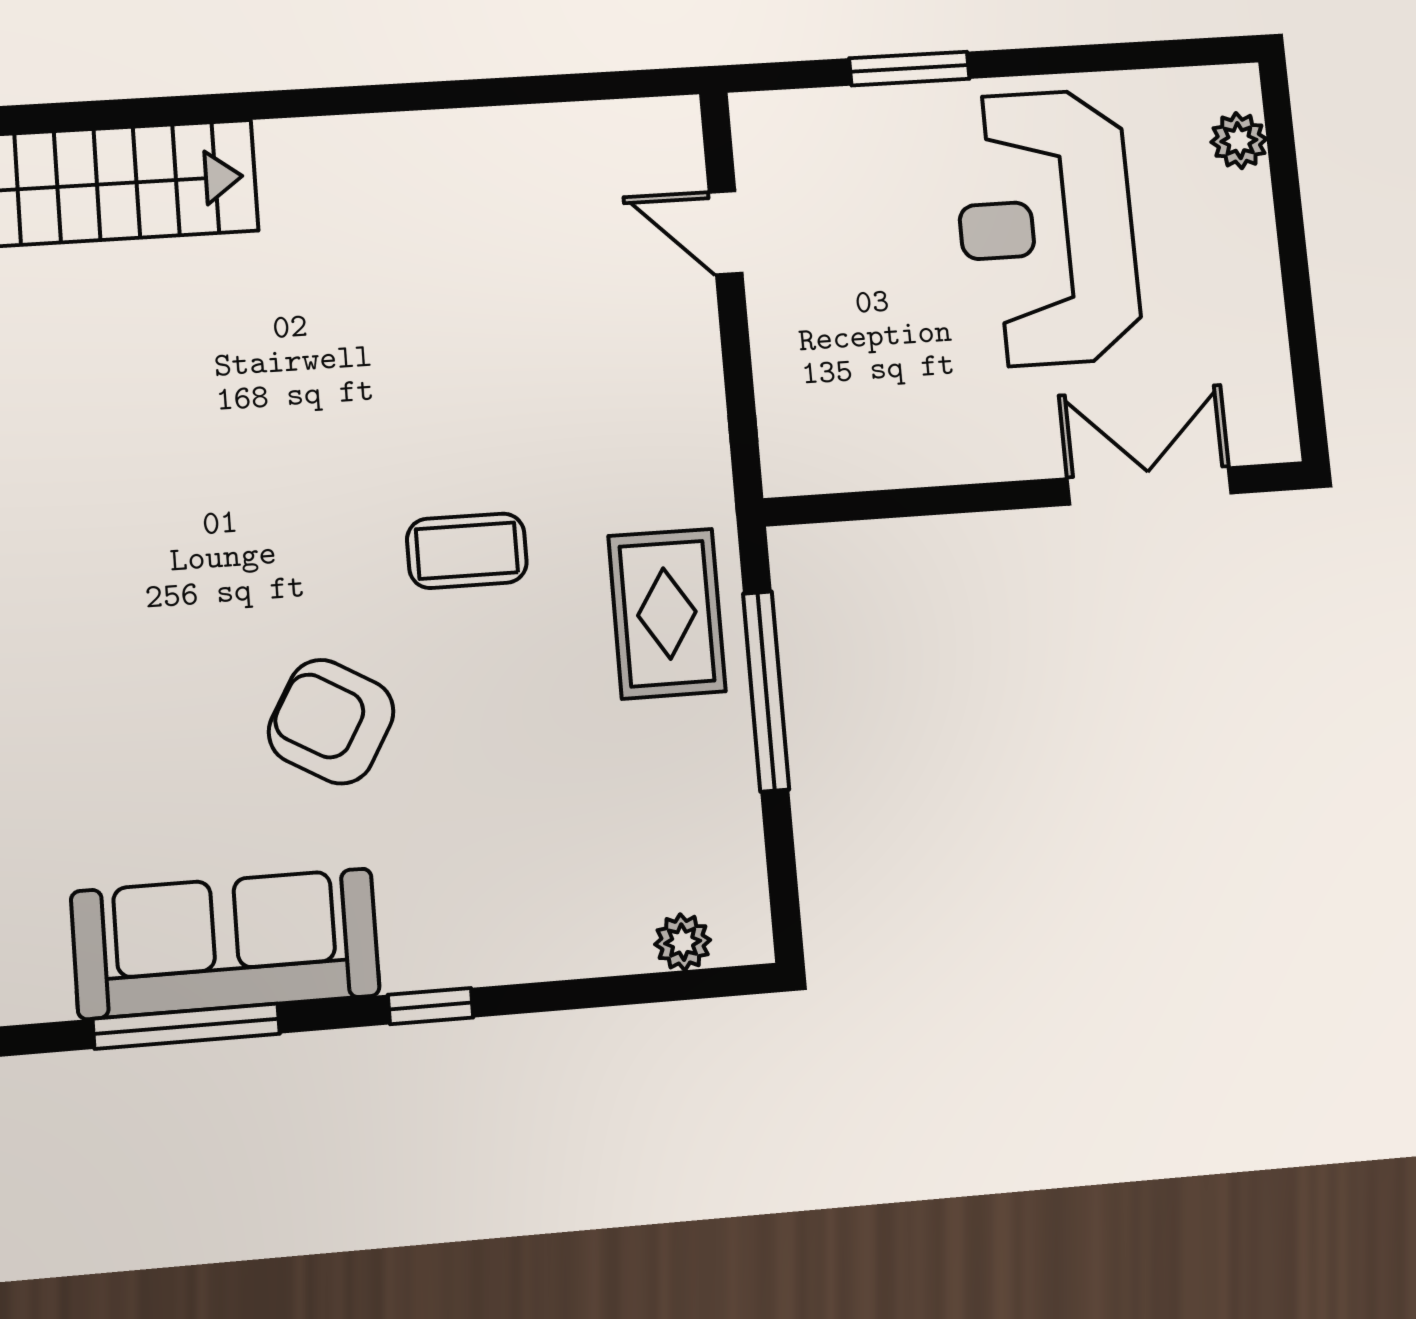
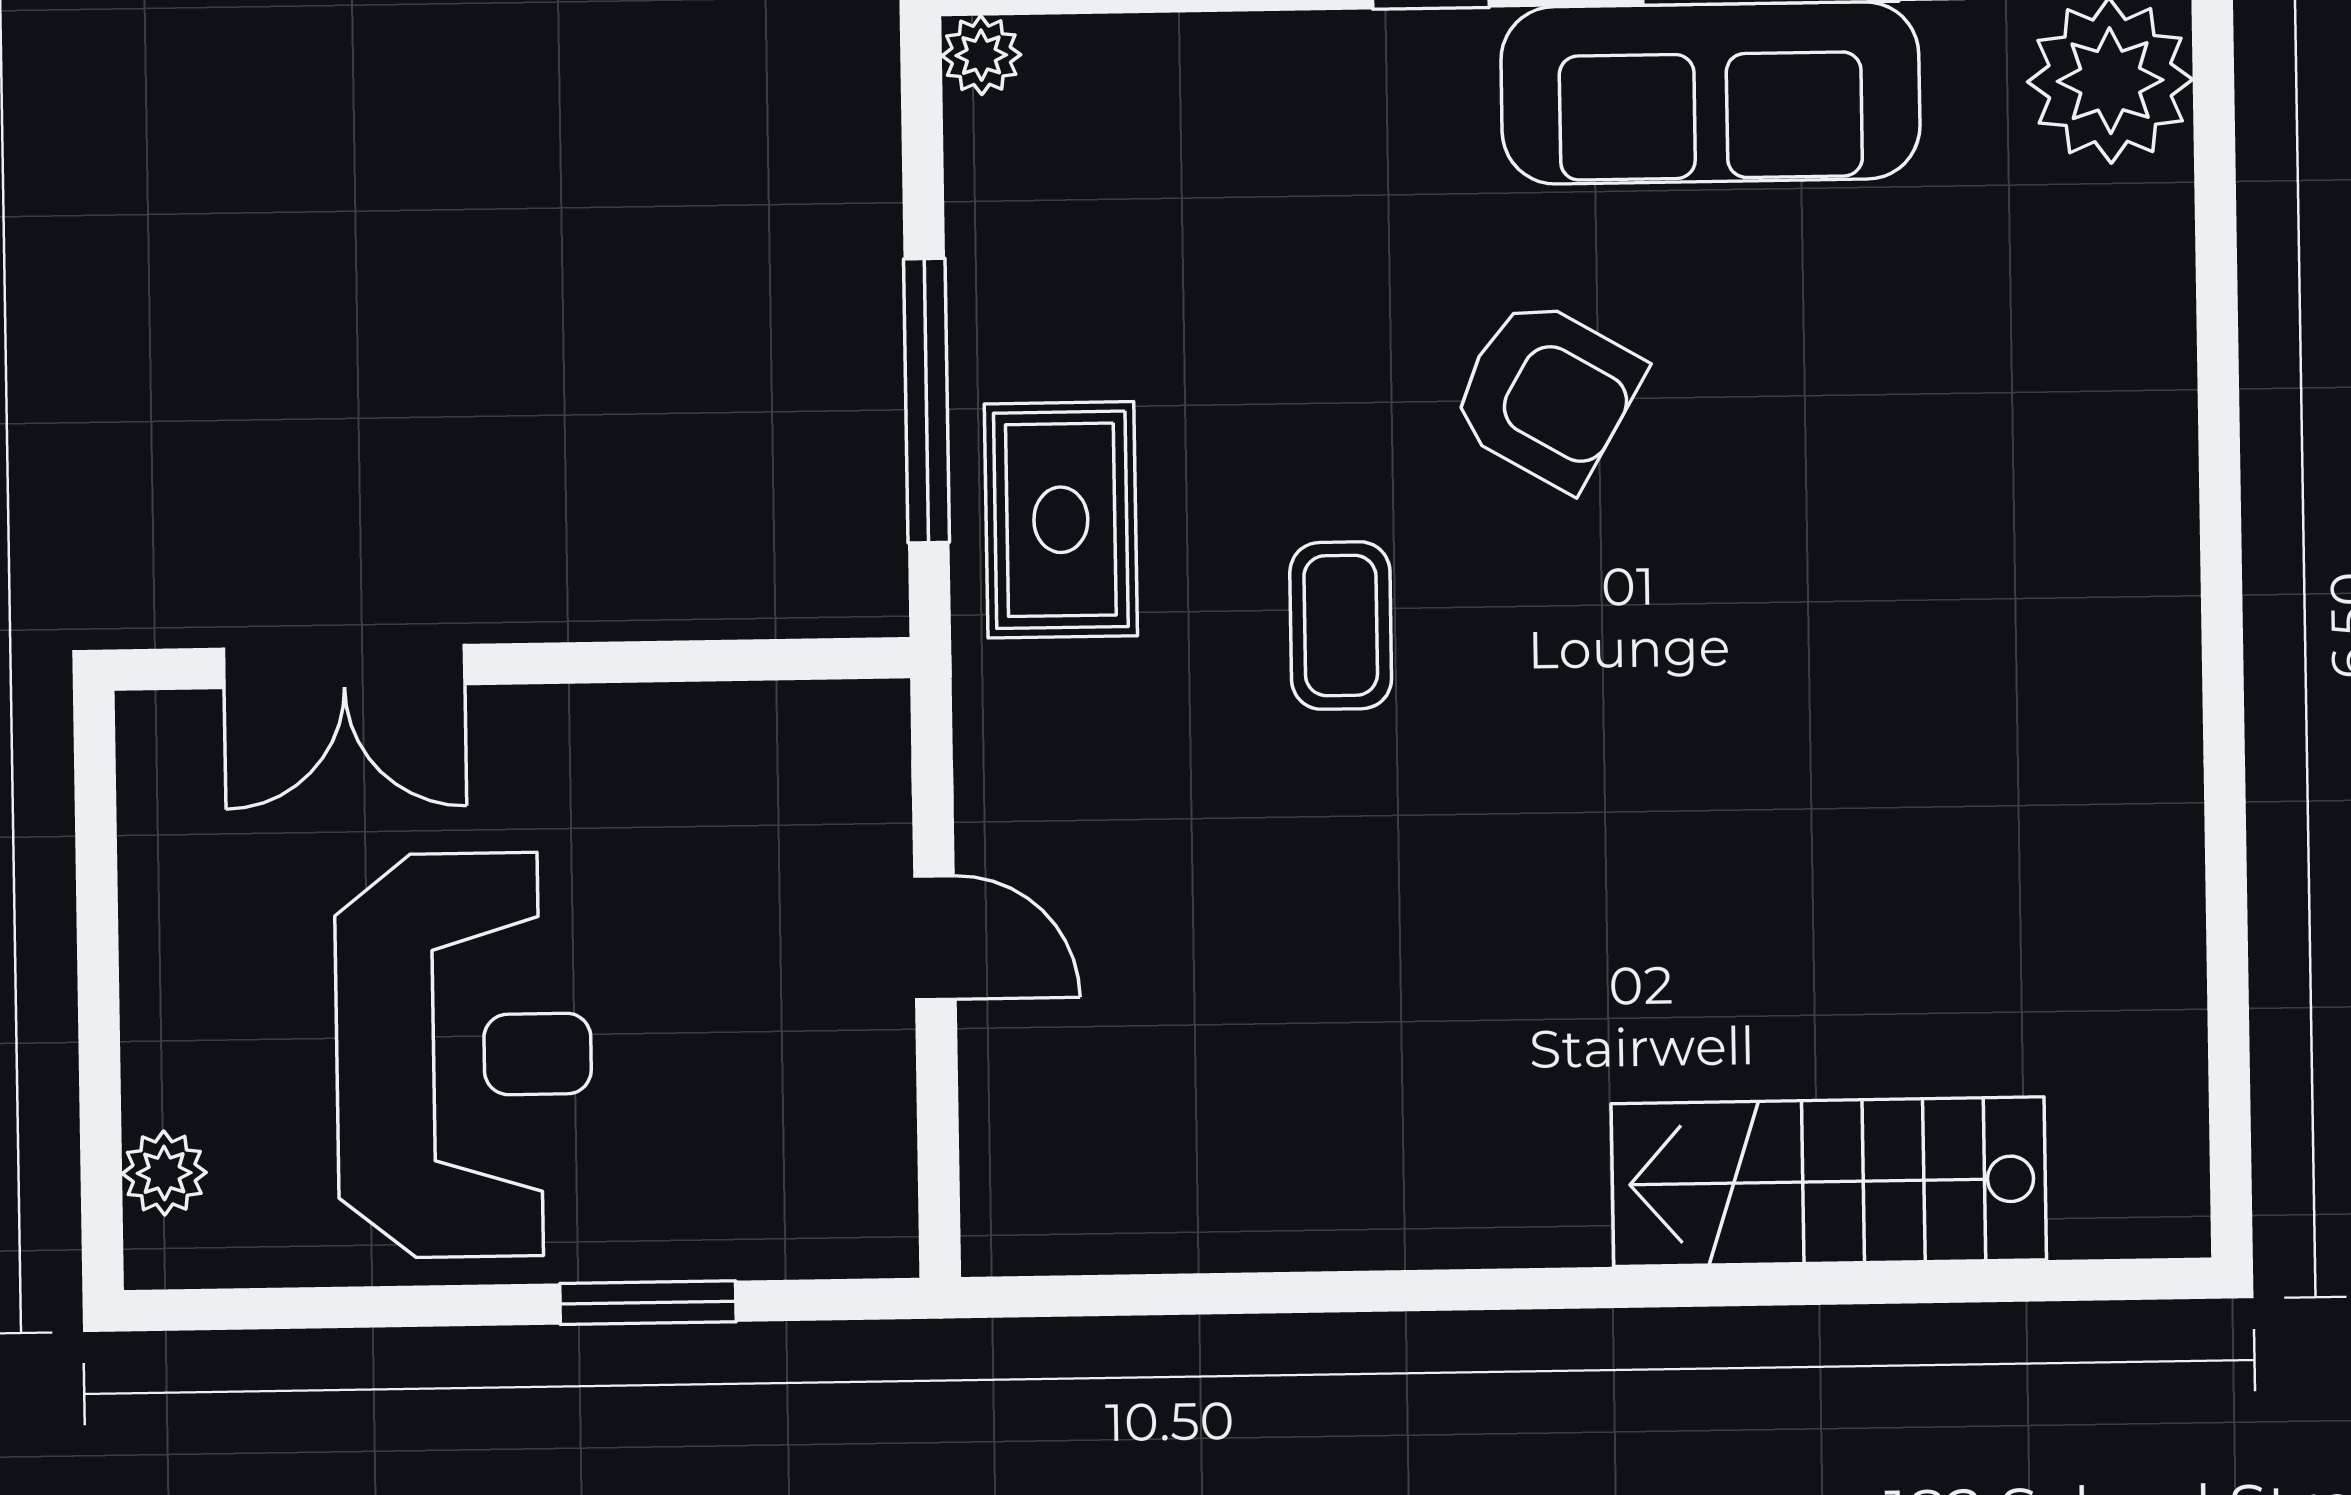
door: (726, 233) -> (935, 938), moved
coffee table: (467, 551) -> (1341, 626), turned 90
plant: (683, 942) -> (981, 55), moved

